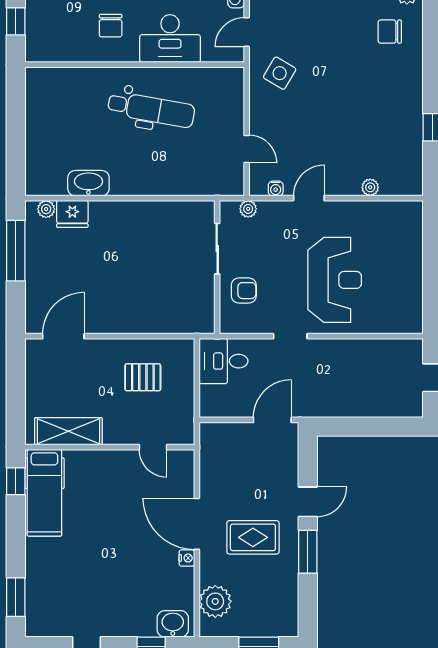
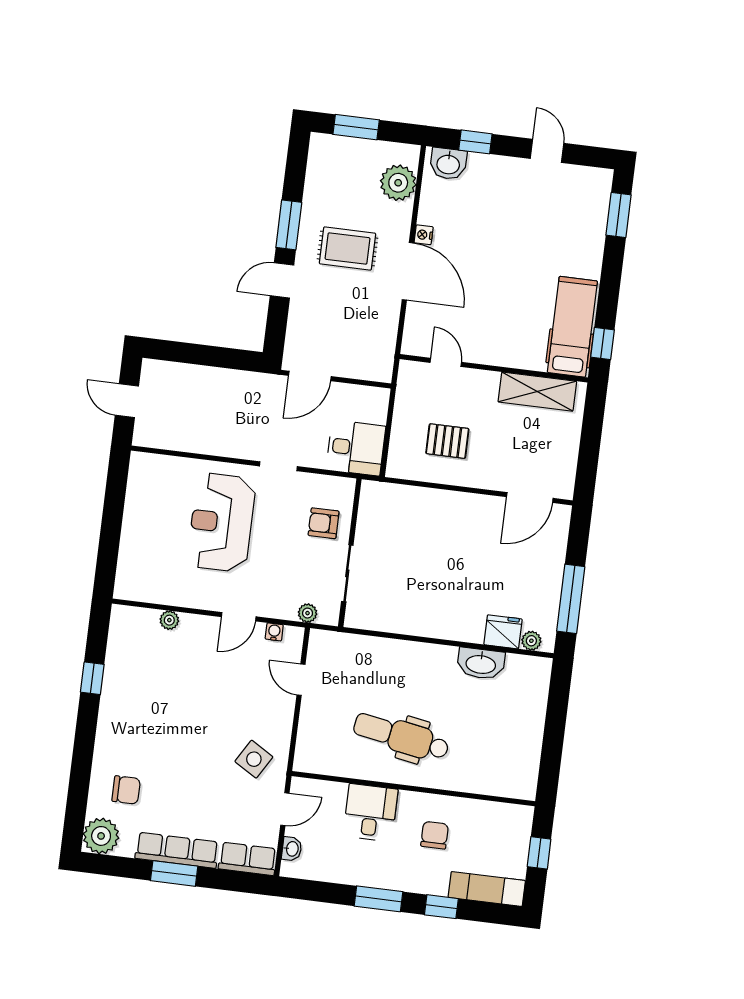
desk: (170, 38) -> (371, 813), width x0.73

